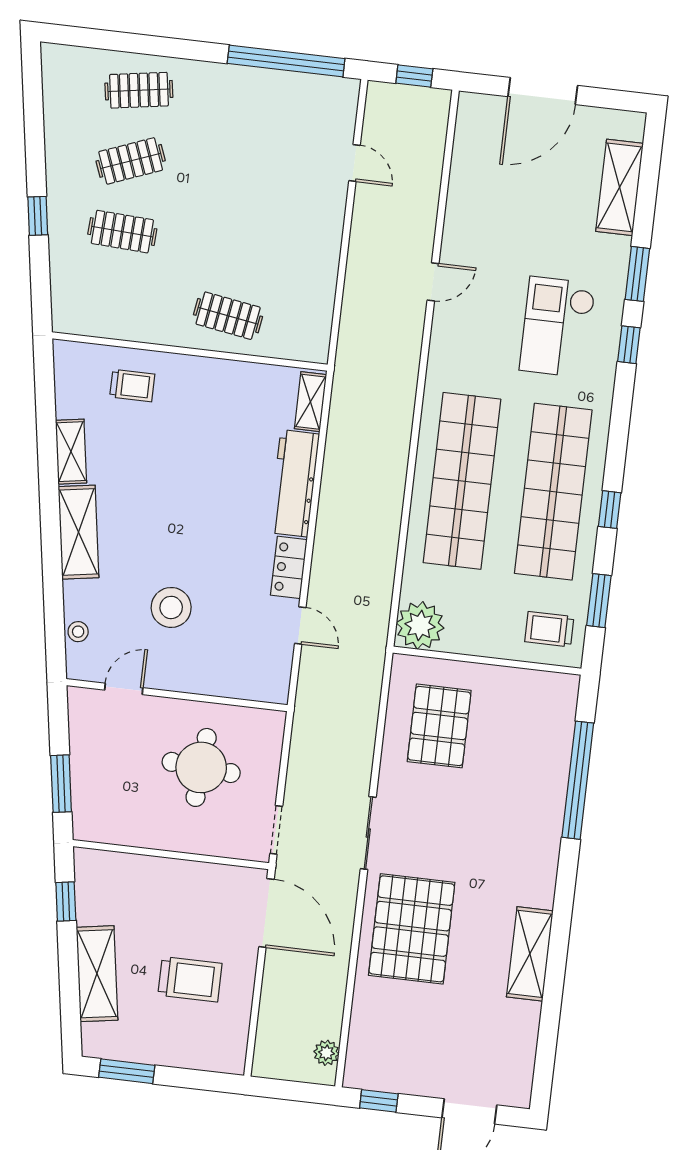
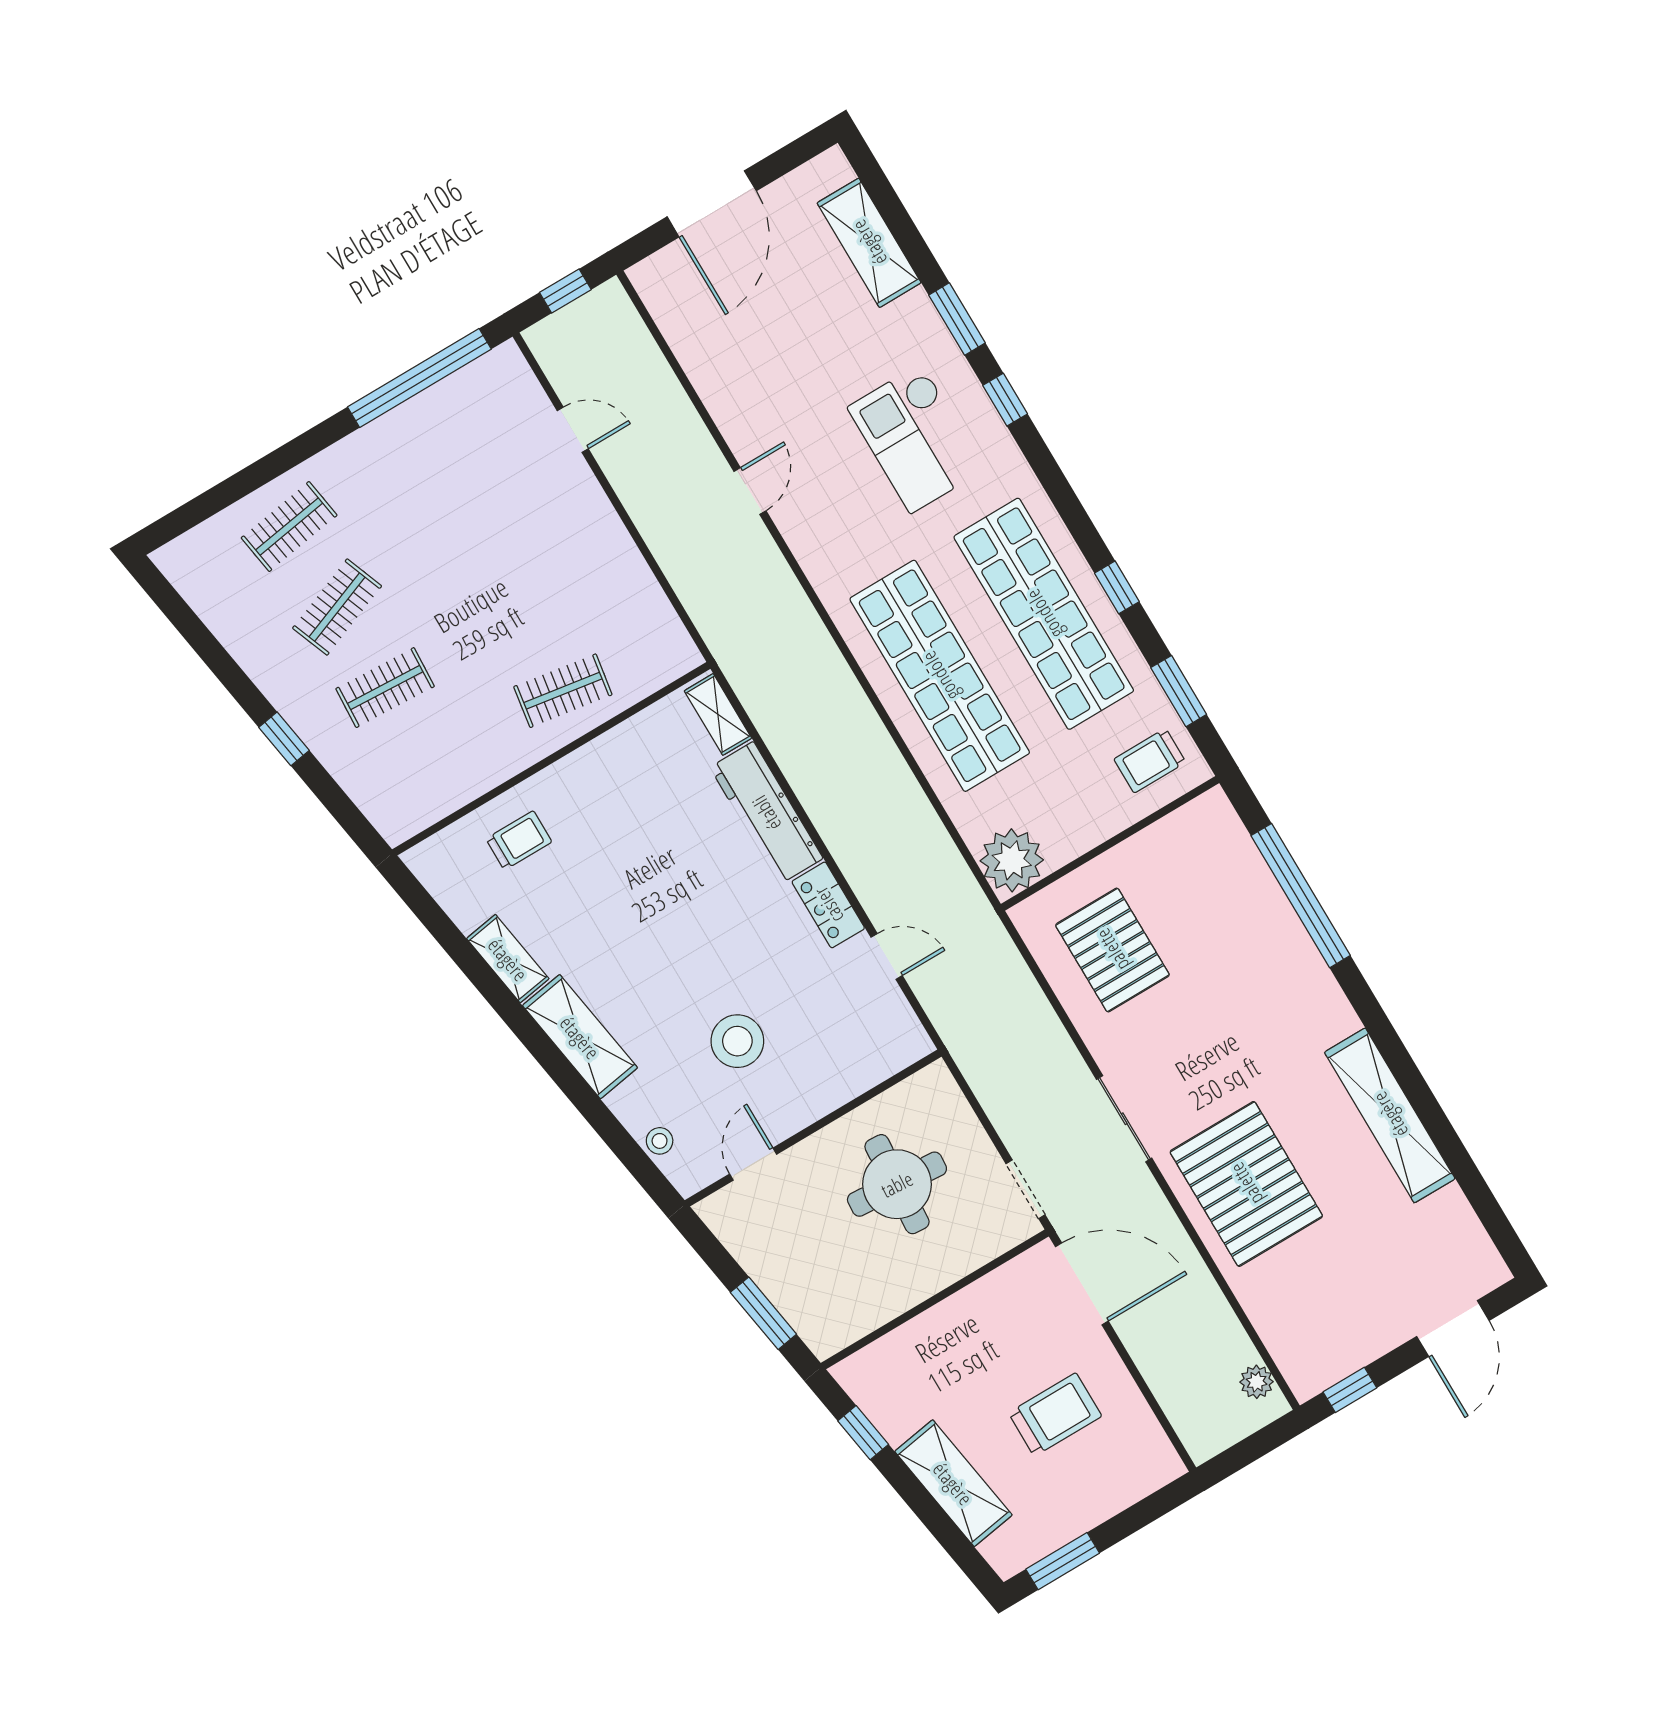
shelving: (530, 954) -> (1390, 1115), width x1.47

